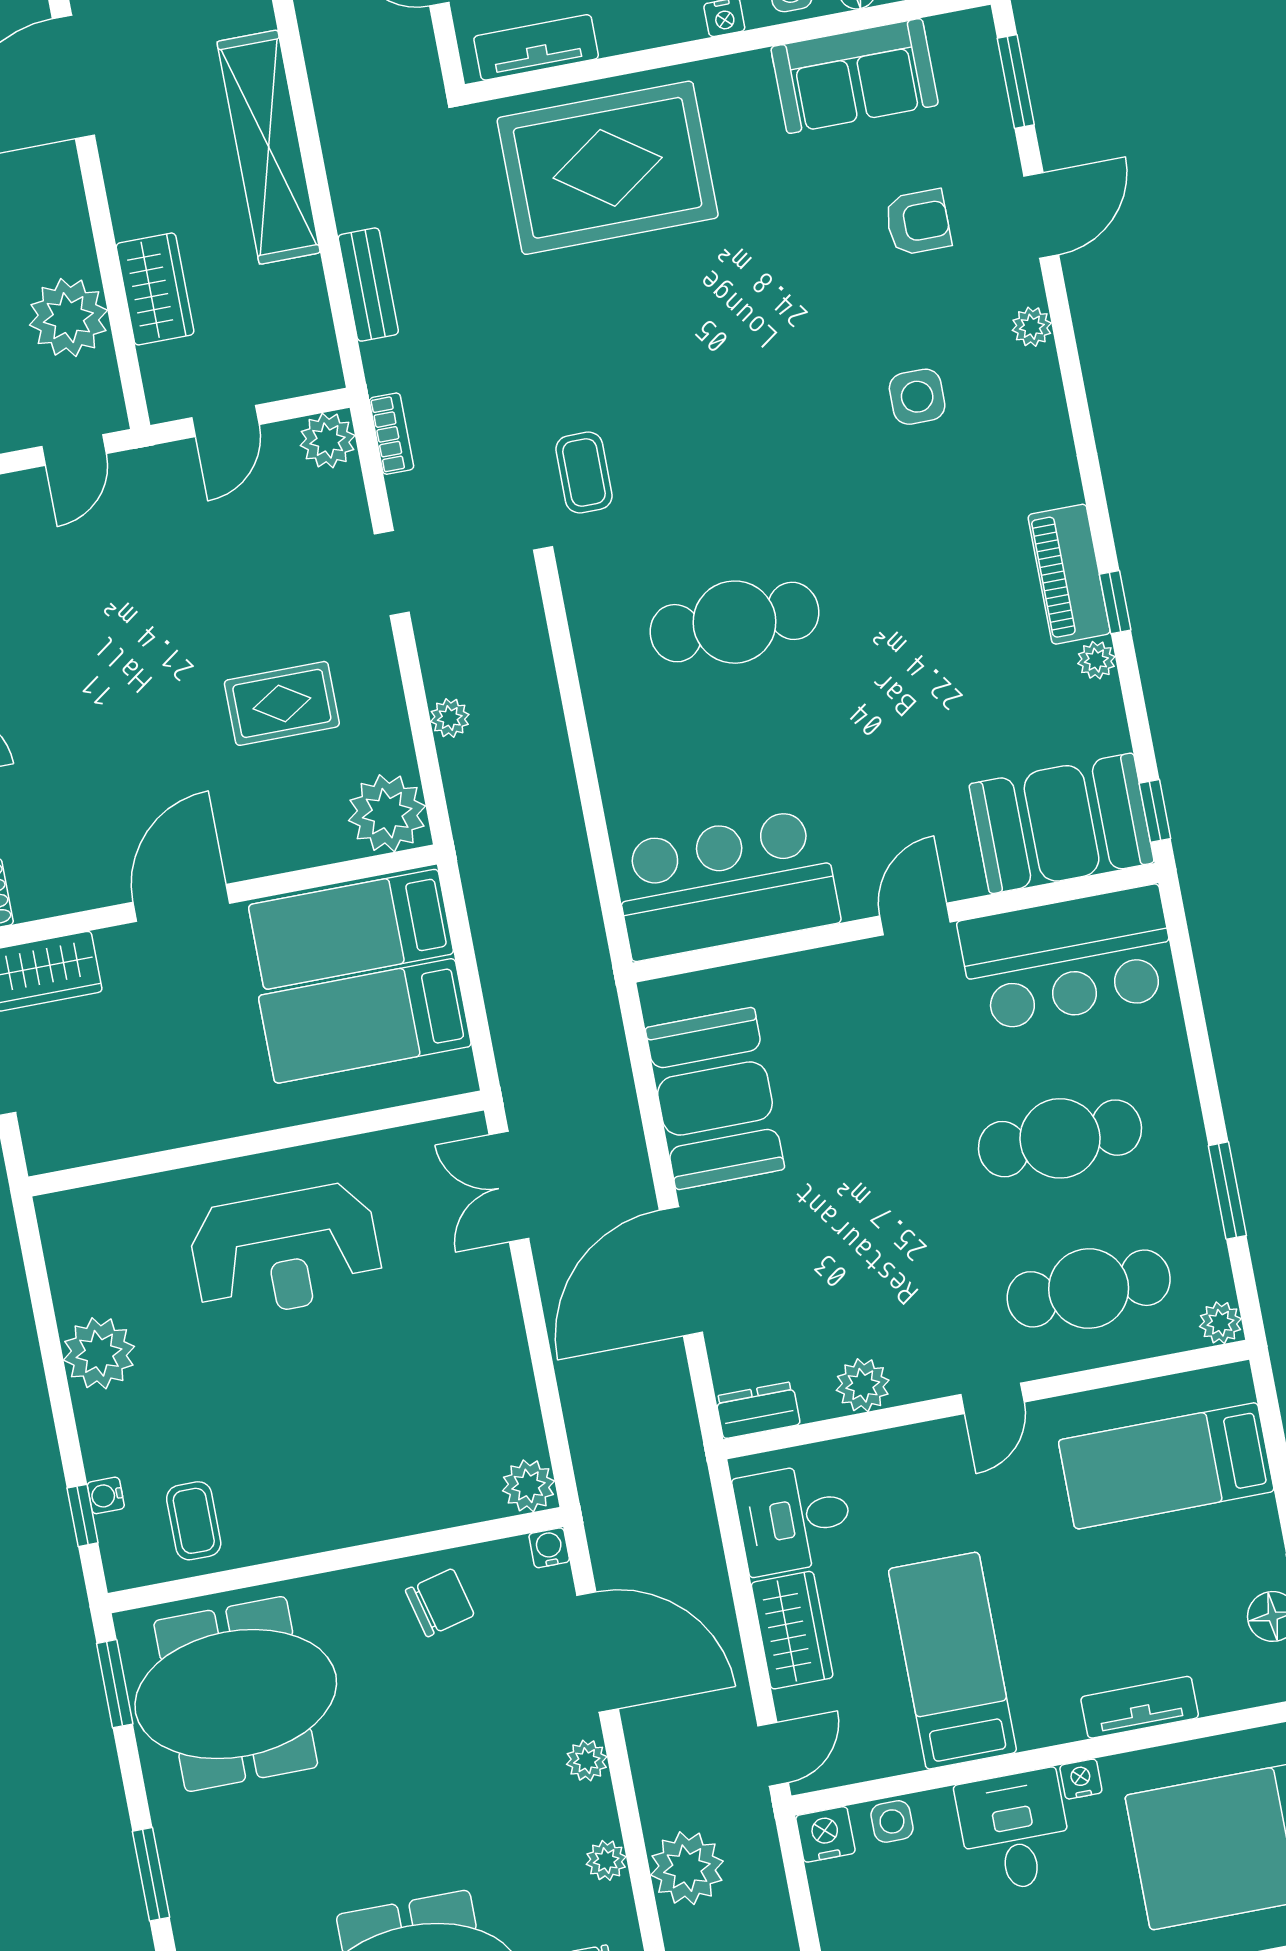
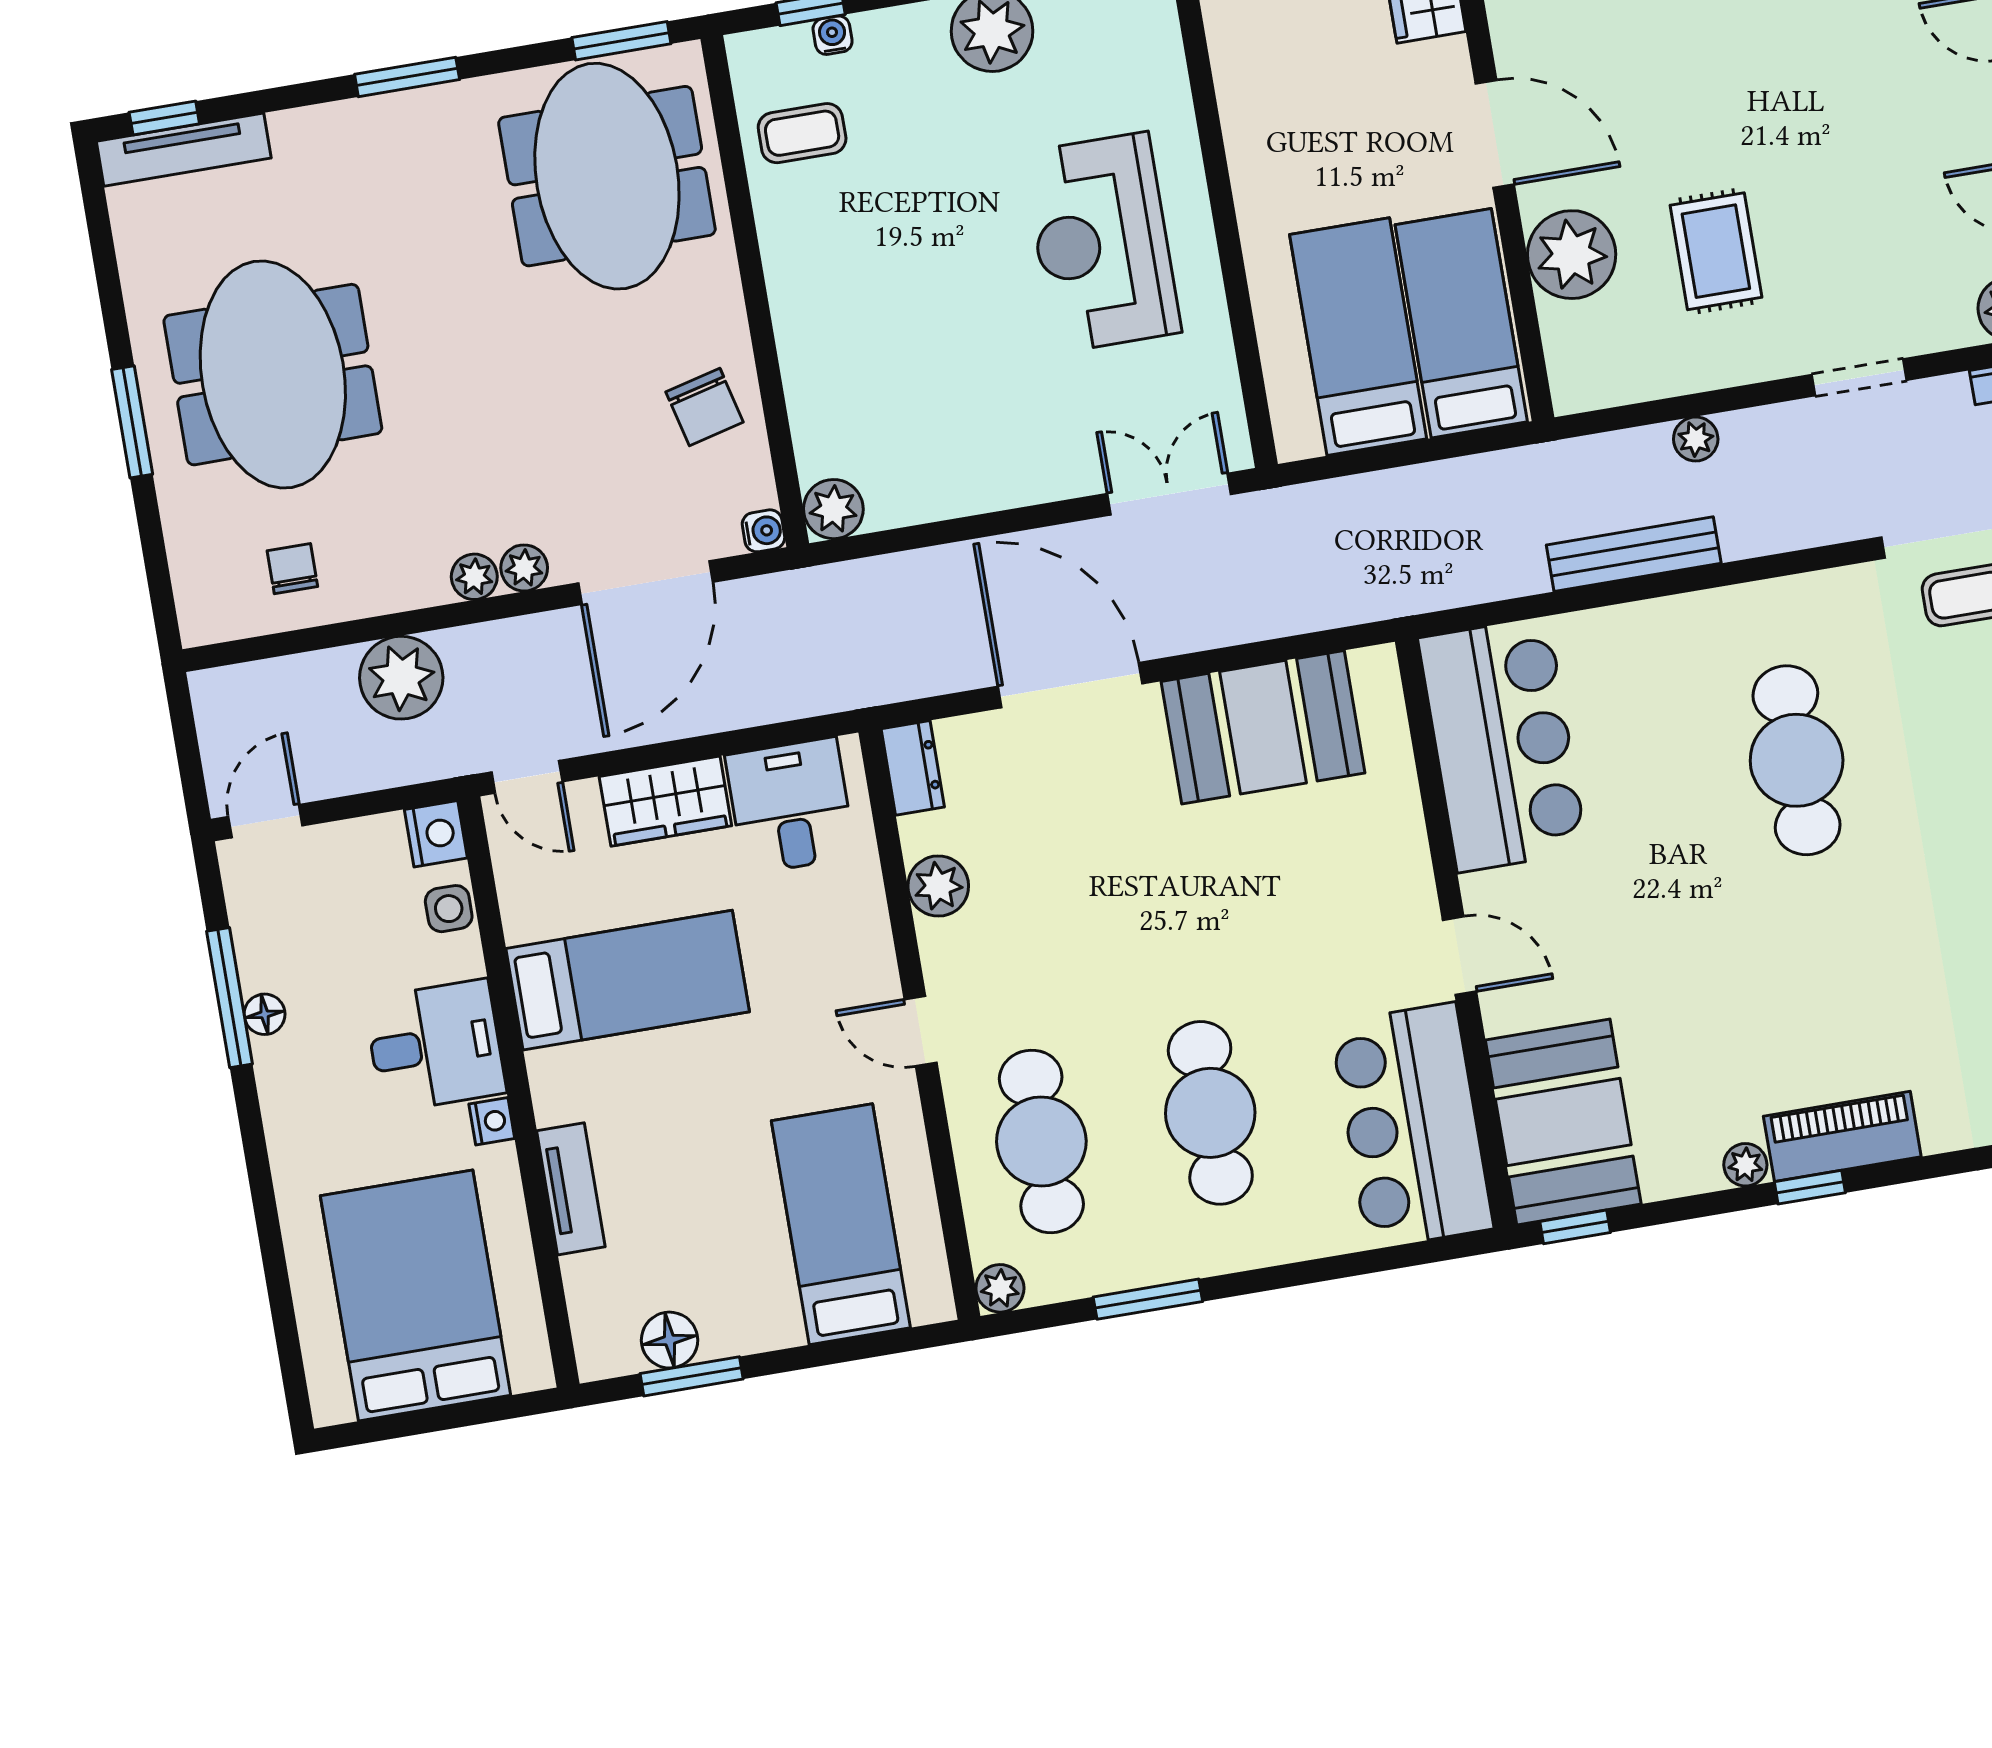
bench: (554, 771) -> (1634, 554), added
plant: (387, 813) -> (1572, 255), moved
plant: (606, 1860) -> (474, 577), moved

